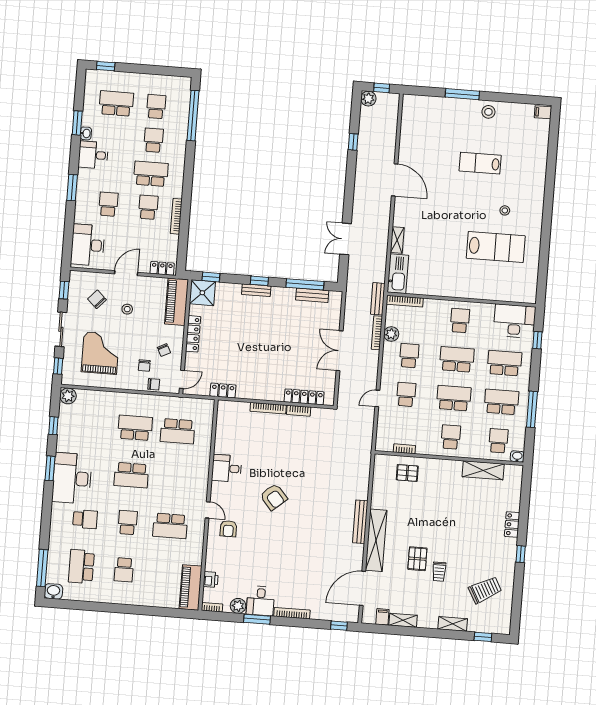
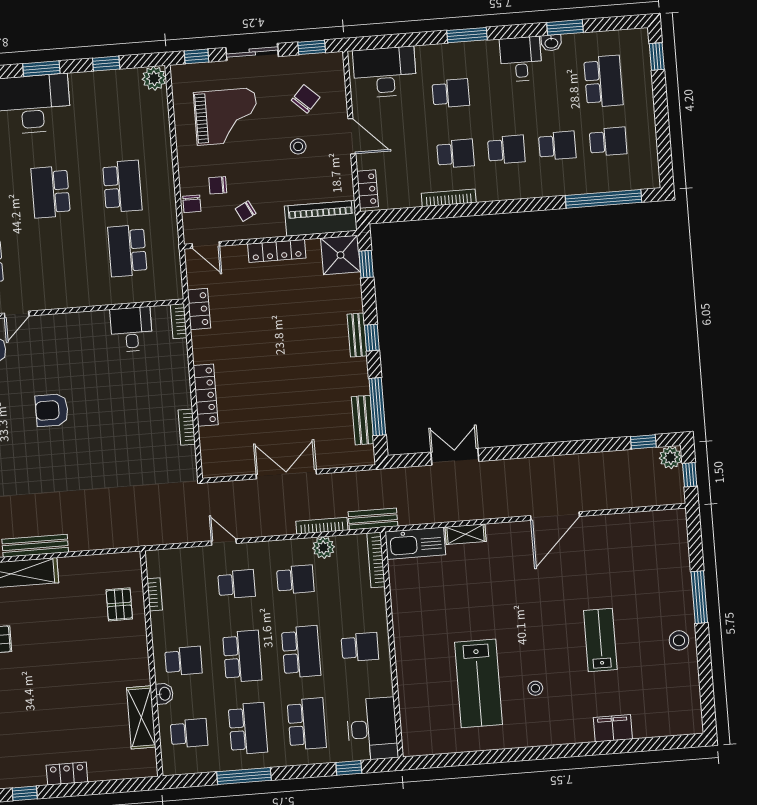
filing cabinet: (543, 112) -> (613, 728), moved, width x2.00
window: (353, 142) -> (643, 442), moved
school desk: (151, 174) -> (506, 150), width x0.54
locker: (304, 397) -> (206, 395), moved
bookcase: (268, 408) -> (179, 321), moved, width x0.64
washbasin: (517, 456) -> (164, 694), moved
desk: (227, 468) -> (131, 329), moved
armchair: (274, 497) -> (52, 410), turned 41

